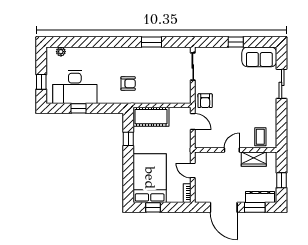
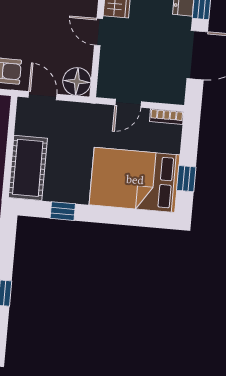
door: (193, 121) -> (43, 96), hinge flipped
floor lamp: (203, 140) -> (77, 82), added

